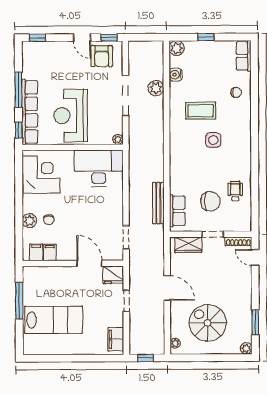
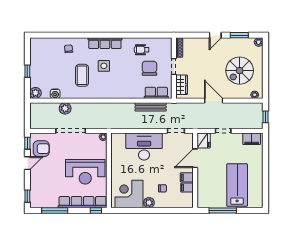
row of seats: (244, 56) -> (105, 43), moved, width x1.48
window: (18, 90) -> (55, 211), moved
desk: (99, 168) -> (144, 147), moved, turned 90
plant: (29, 221) -> (149, 203), moved
filing cabinet: (36, 252) -> (187, 177), moved
door: (255, 257) -> (215, 35), moved
door: (167, 288) -> (214, 101), hinge flipped

